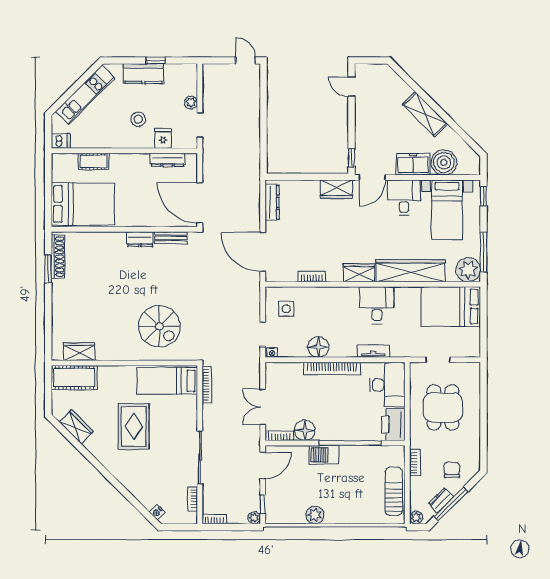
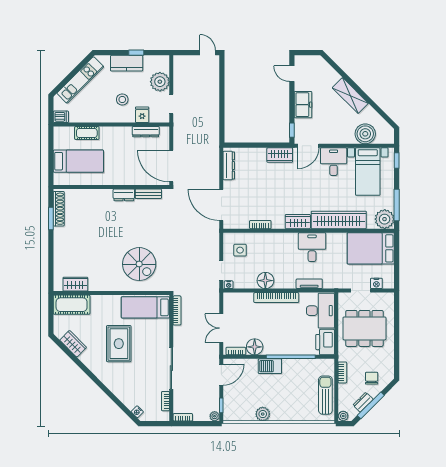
plant: (191, 103) -> (160, 82), width x1.88, depth x1.88
freezer: (413, 164) -> (303, 105), moved, turned 90
bed: (83, 204) -> (78, 161), width x0.67
nightstand: (458, 351) -> (376, 283), added
dining table: (443, 407) -> (364, 328), width x1.38

